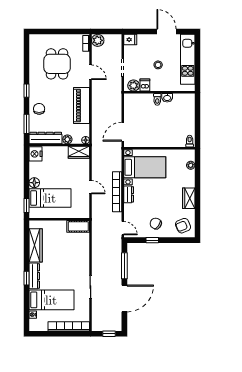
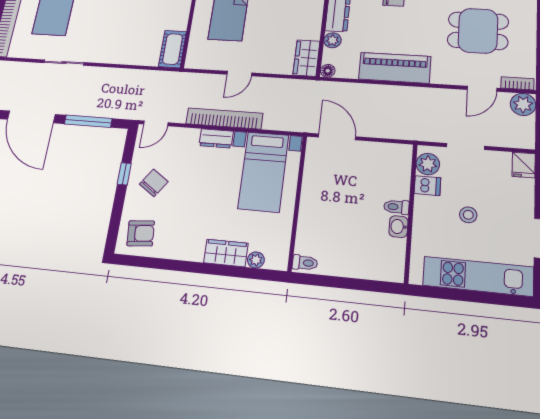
door: (90, 72) -> (482, 89), moved
wardrobe: (189, 198) -> (226, 253), moved
armchair: (183, 226) -> (141, 233), turned 108

